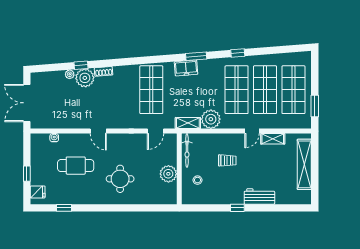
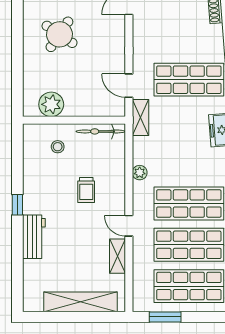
plant: (211, 119) -> (140, 173), width x0.53, depth x0.53
shelving: (188, 123) -> (140, 118), moved
plant: (168, 174) -> (51, 104), moved
round table: (120, 179) -> (59, 34), turned 34

